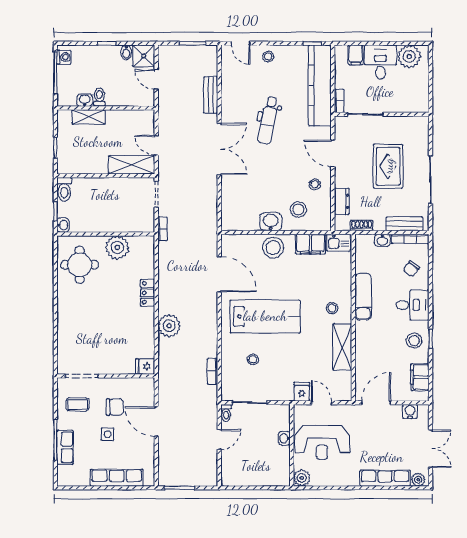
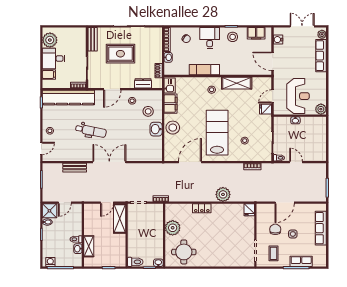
bench: (404, 224) -> (93, 39), moved

